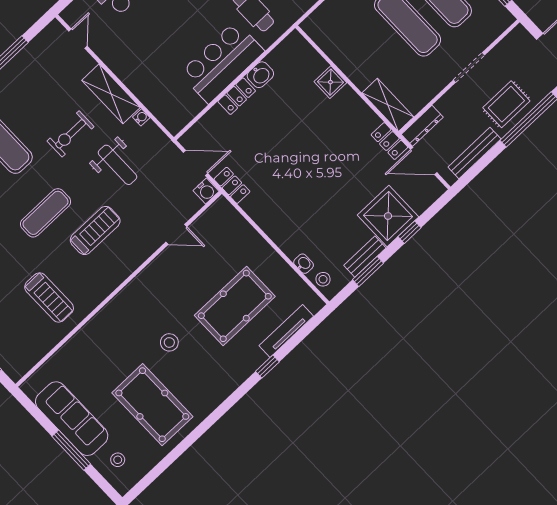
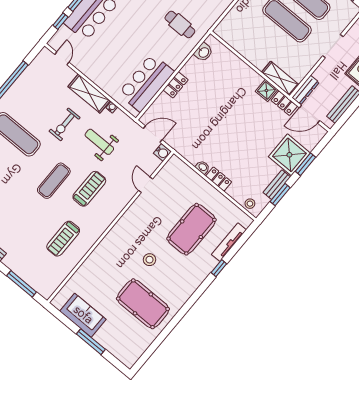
bar counter: (222, 62) -> (146, 83), moved
washbasin: (260, 75) -> (203, 52), moved
shower: (330, 82) -> (266, 90), moved
weight bench: (117, 165) -> (99, 142), turned 180
locker: (232, 185) -> (219, 179), moved
window: (409, 232) -> (305, 164), width x1.50
door: (176, 234) -> (146, 185), swing flipped
washbasin: (304, 264) -> (203, 167), moved
treadmill: (49, 298) -> (63, 239), turned 90
sofa: (72, 419) -> (83, 315), width x0.73
stool: (118, 460) -> (124, 344), removed

